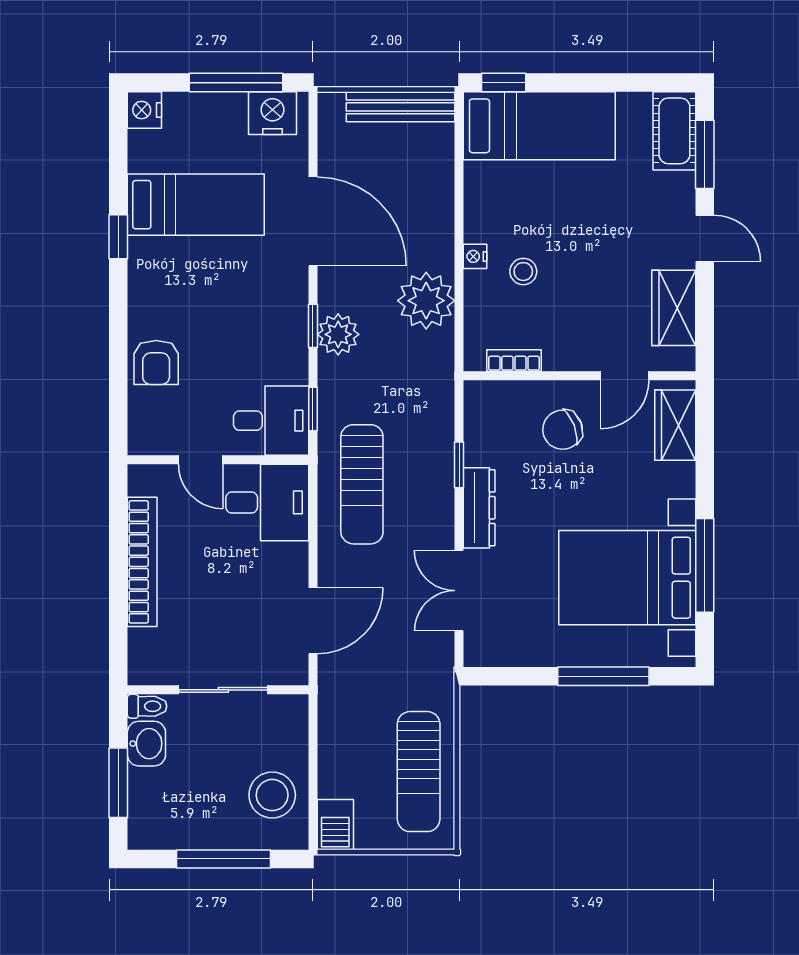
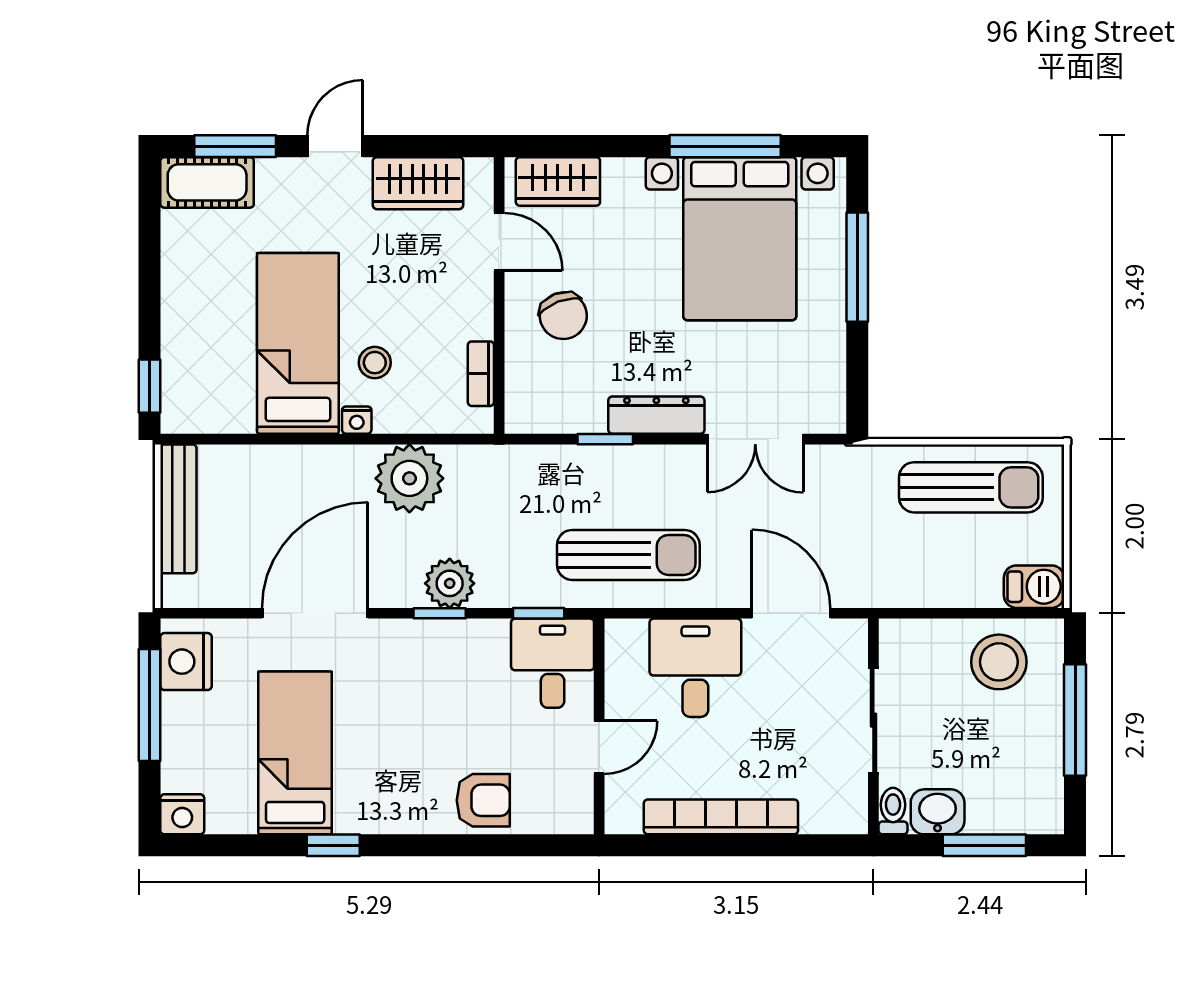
bed: (539, 126) -> (298, 343), moved
desk: (267, 502) -> (695, 668), moved

